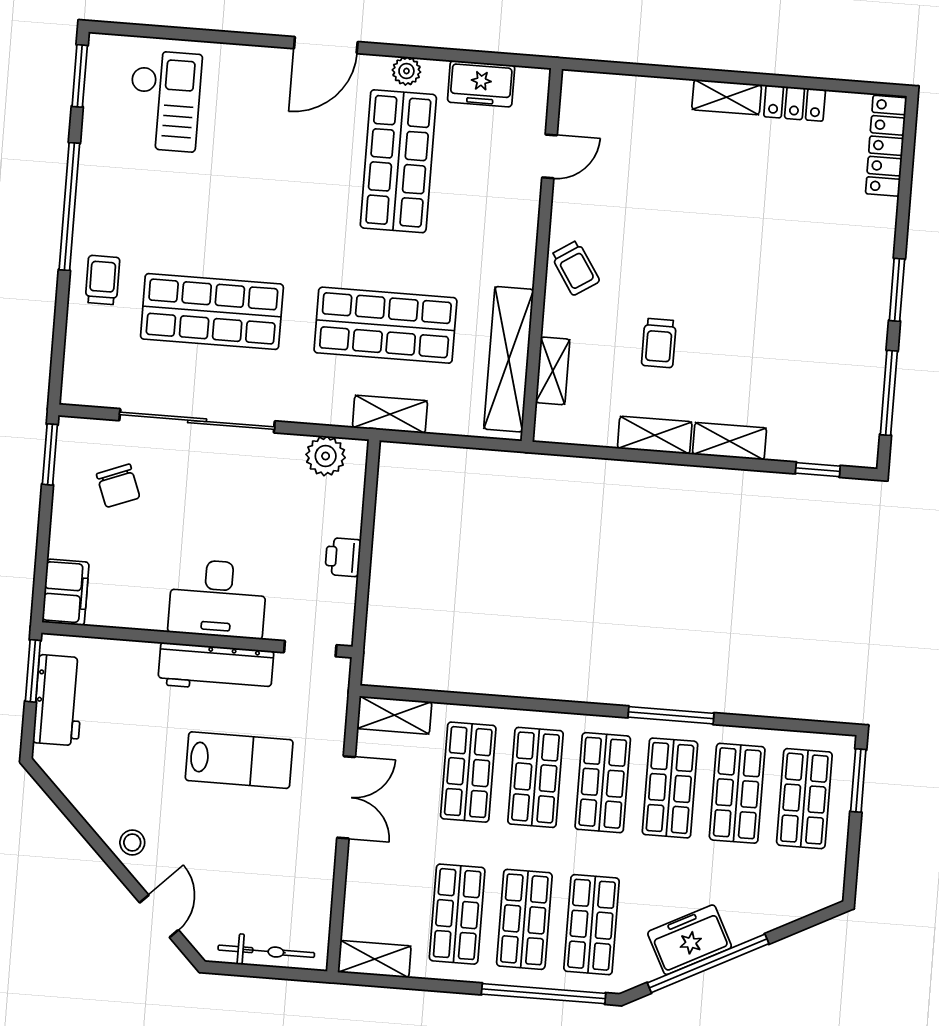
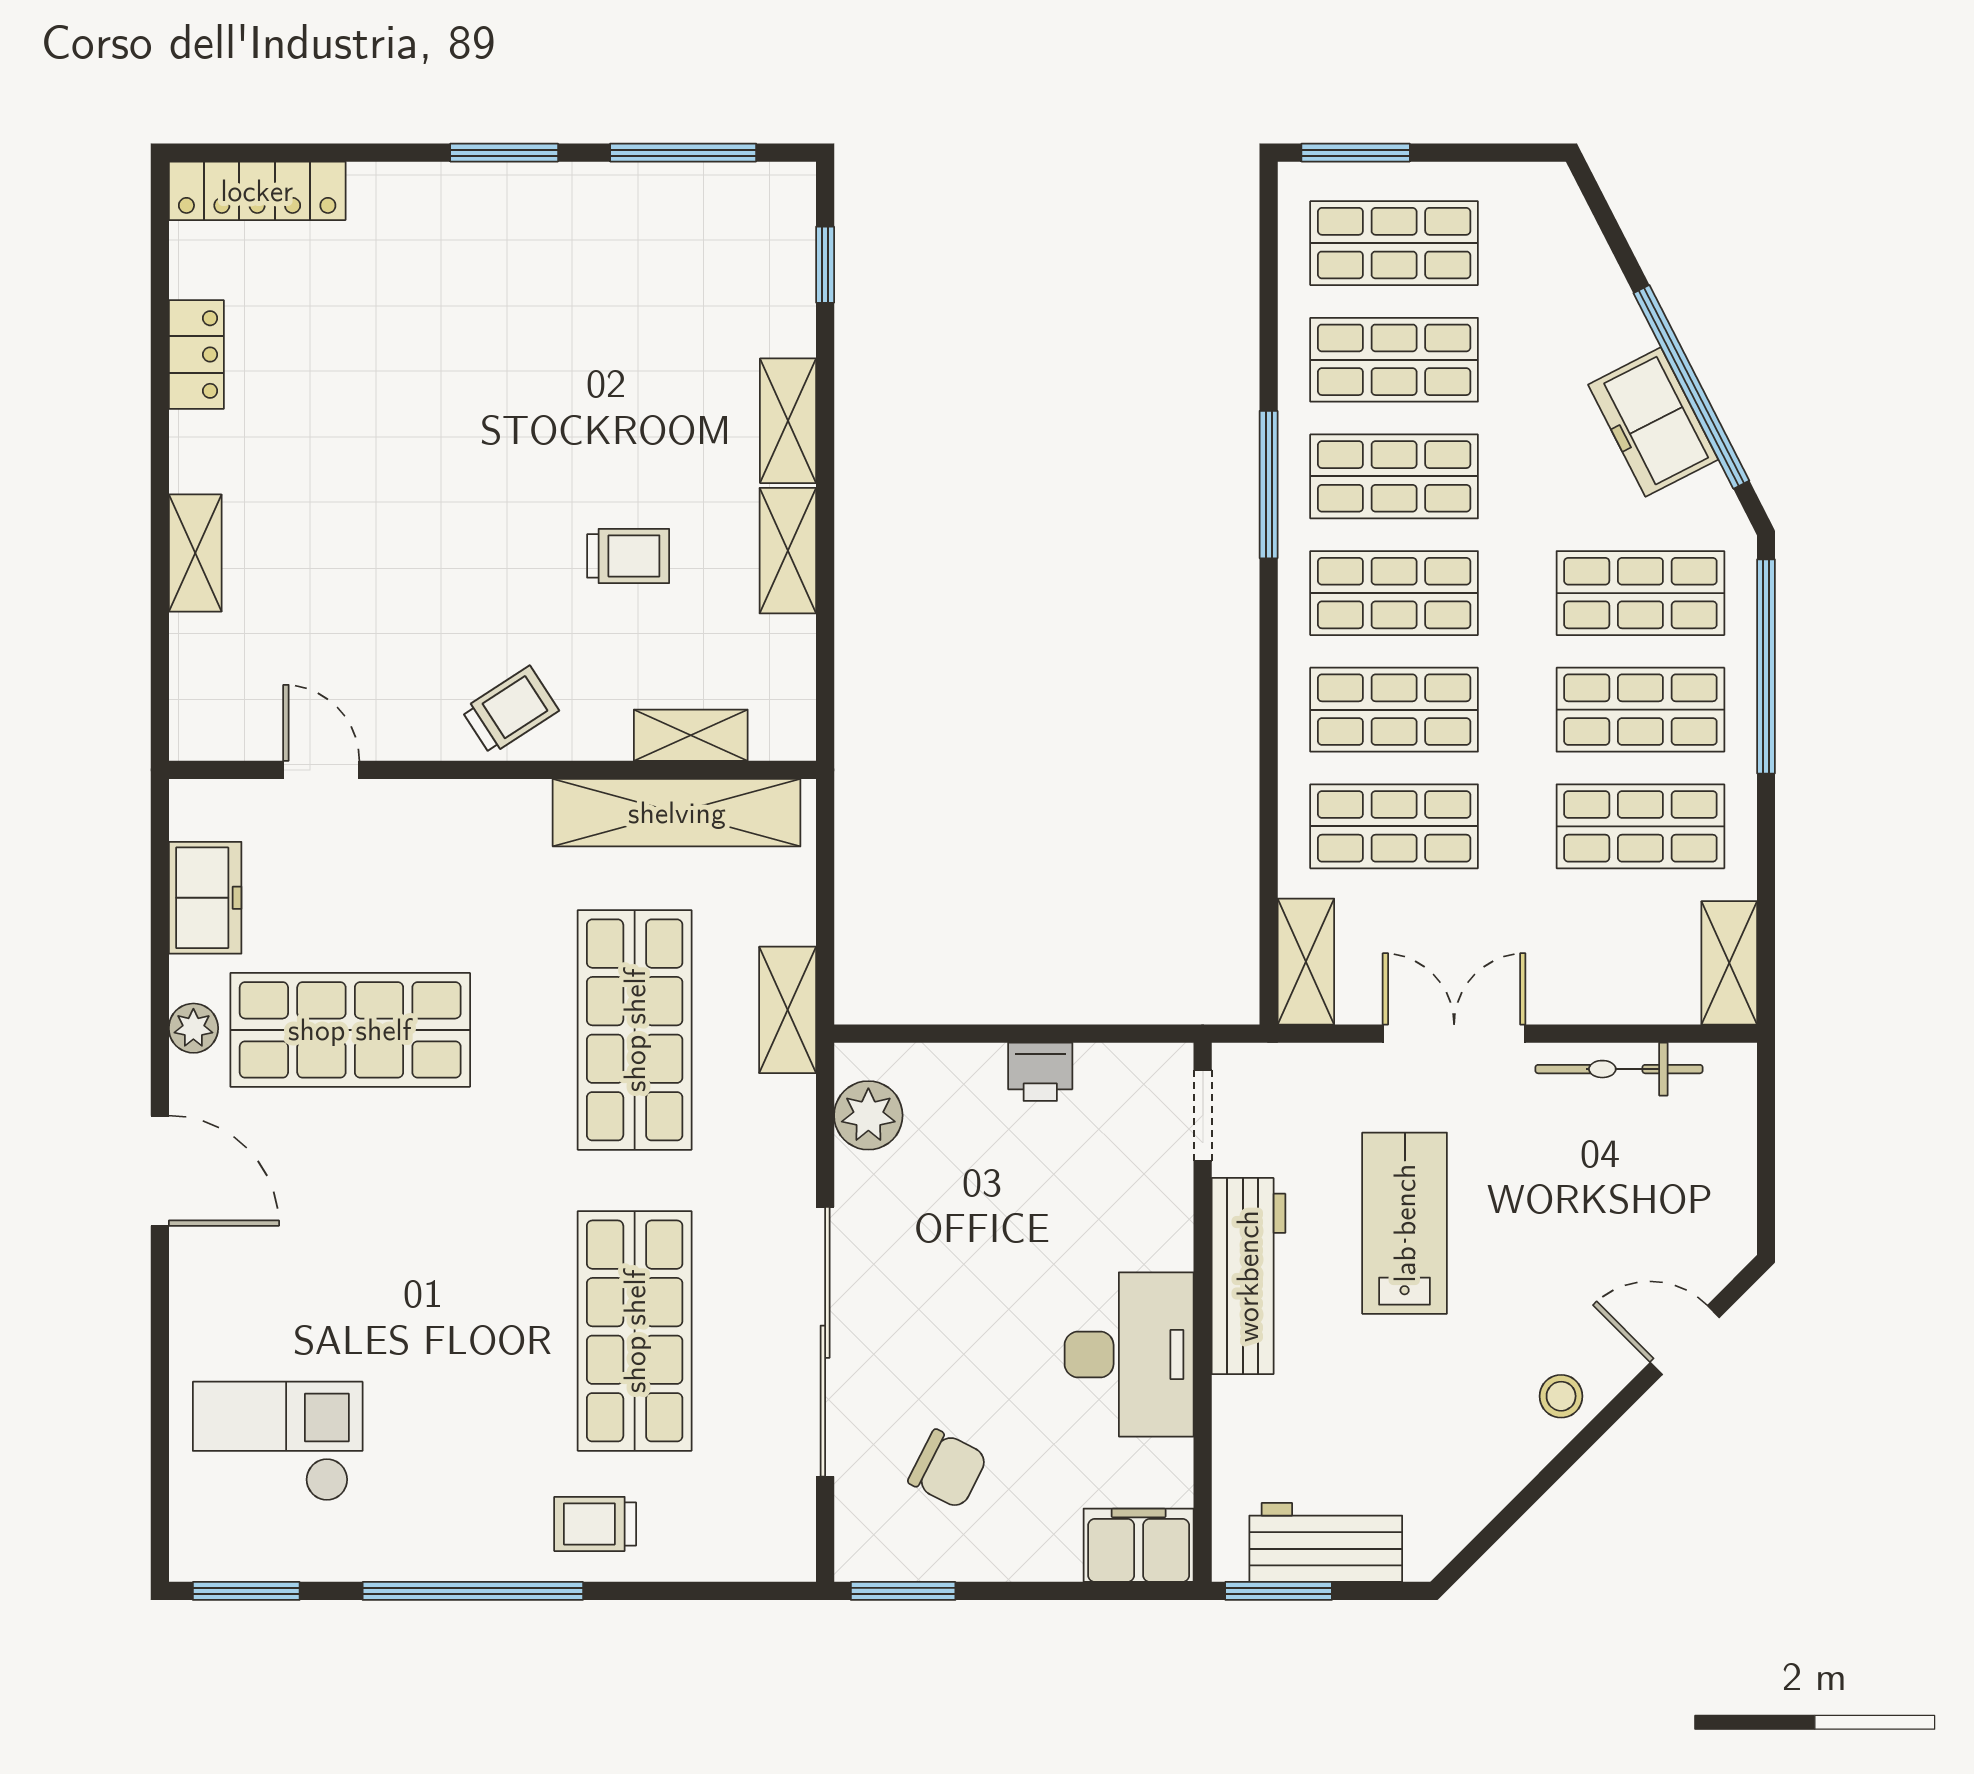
shelving: (727, 97) -> (195, 553), moved
chair: (118, 486) -> (948, 1469), turned 48
desk: (218, 599) -> (1129, 1354), moved
bicycle: (266, 951) -> (1619, 1069), moved, turned -90

